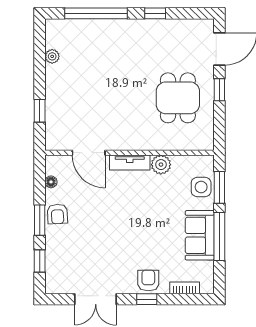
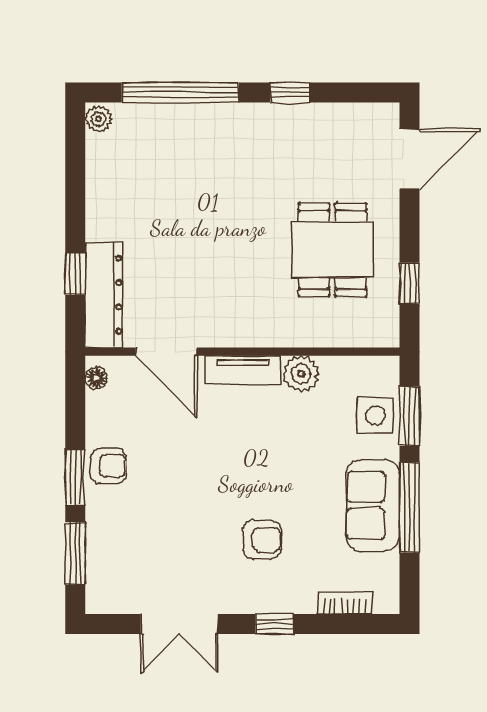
plant: (52, 56) -> (99, 119), moved
window: (219, 90) -> (410, 283), moved
dresser: (55, 122) -> (104, 295), added
floor lamp: (51, 182) -> (96, 378), moved
armchair: (57, 214) -> (108, 466), turned -87
window: (40, 261) -> (75, 553), width x1.50
armchair: (148, 280) -> (262, 540), moved, turned 90

